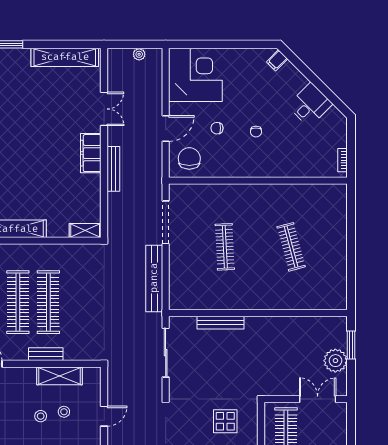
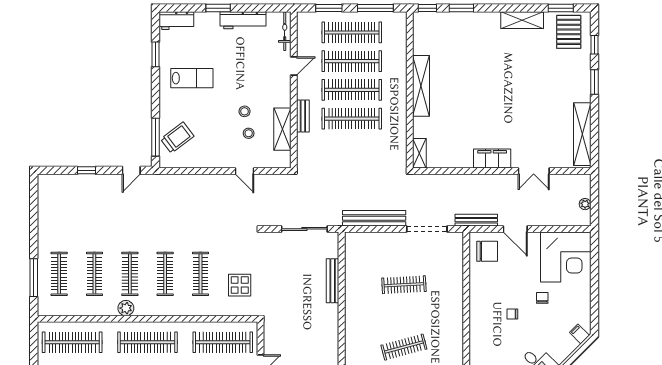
chair: (217, 128) -> (542, 298), moved
bench: (113, 169) -> (476, 220), moved

